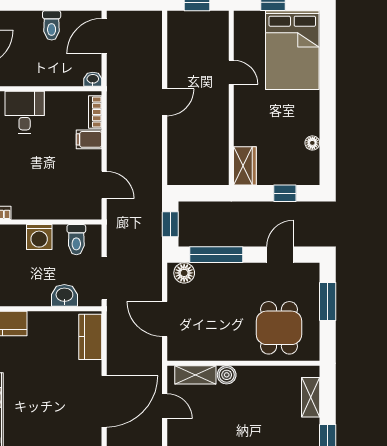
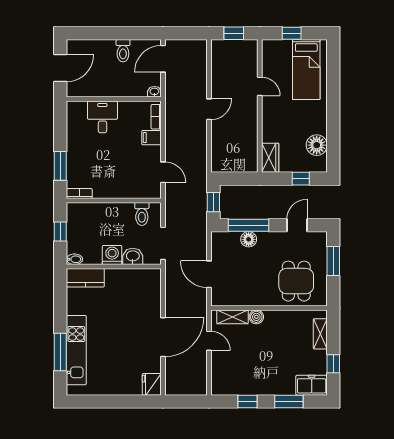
bed: (292, 50) -> (306, 70), width x0.67
floor lamp: (312, 143) -> (317, 145), width x1.89, depth x1.89
washing machine: (39, 237) -> (112, 255), moved, turned 180
floor lamp: (184, 273) -> (249, 239), moved
kitchen counter: (90, 337) -> (153, 288), removed

